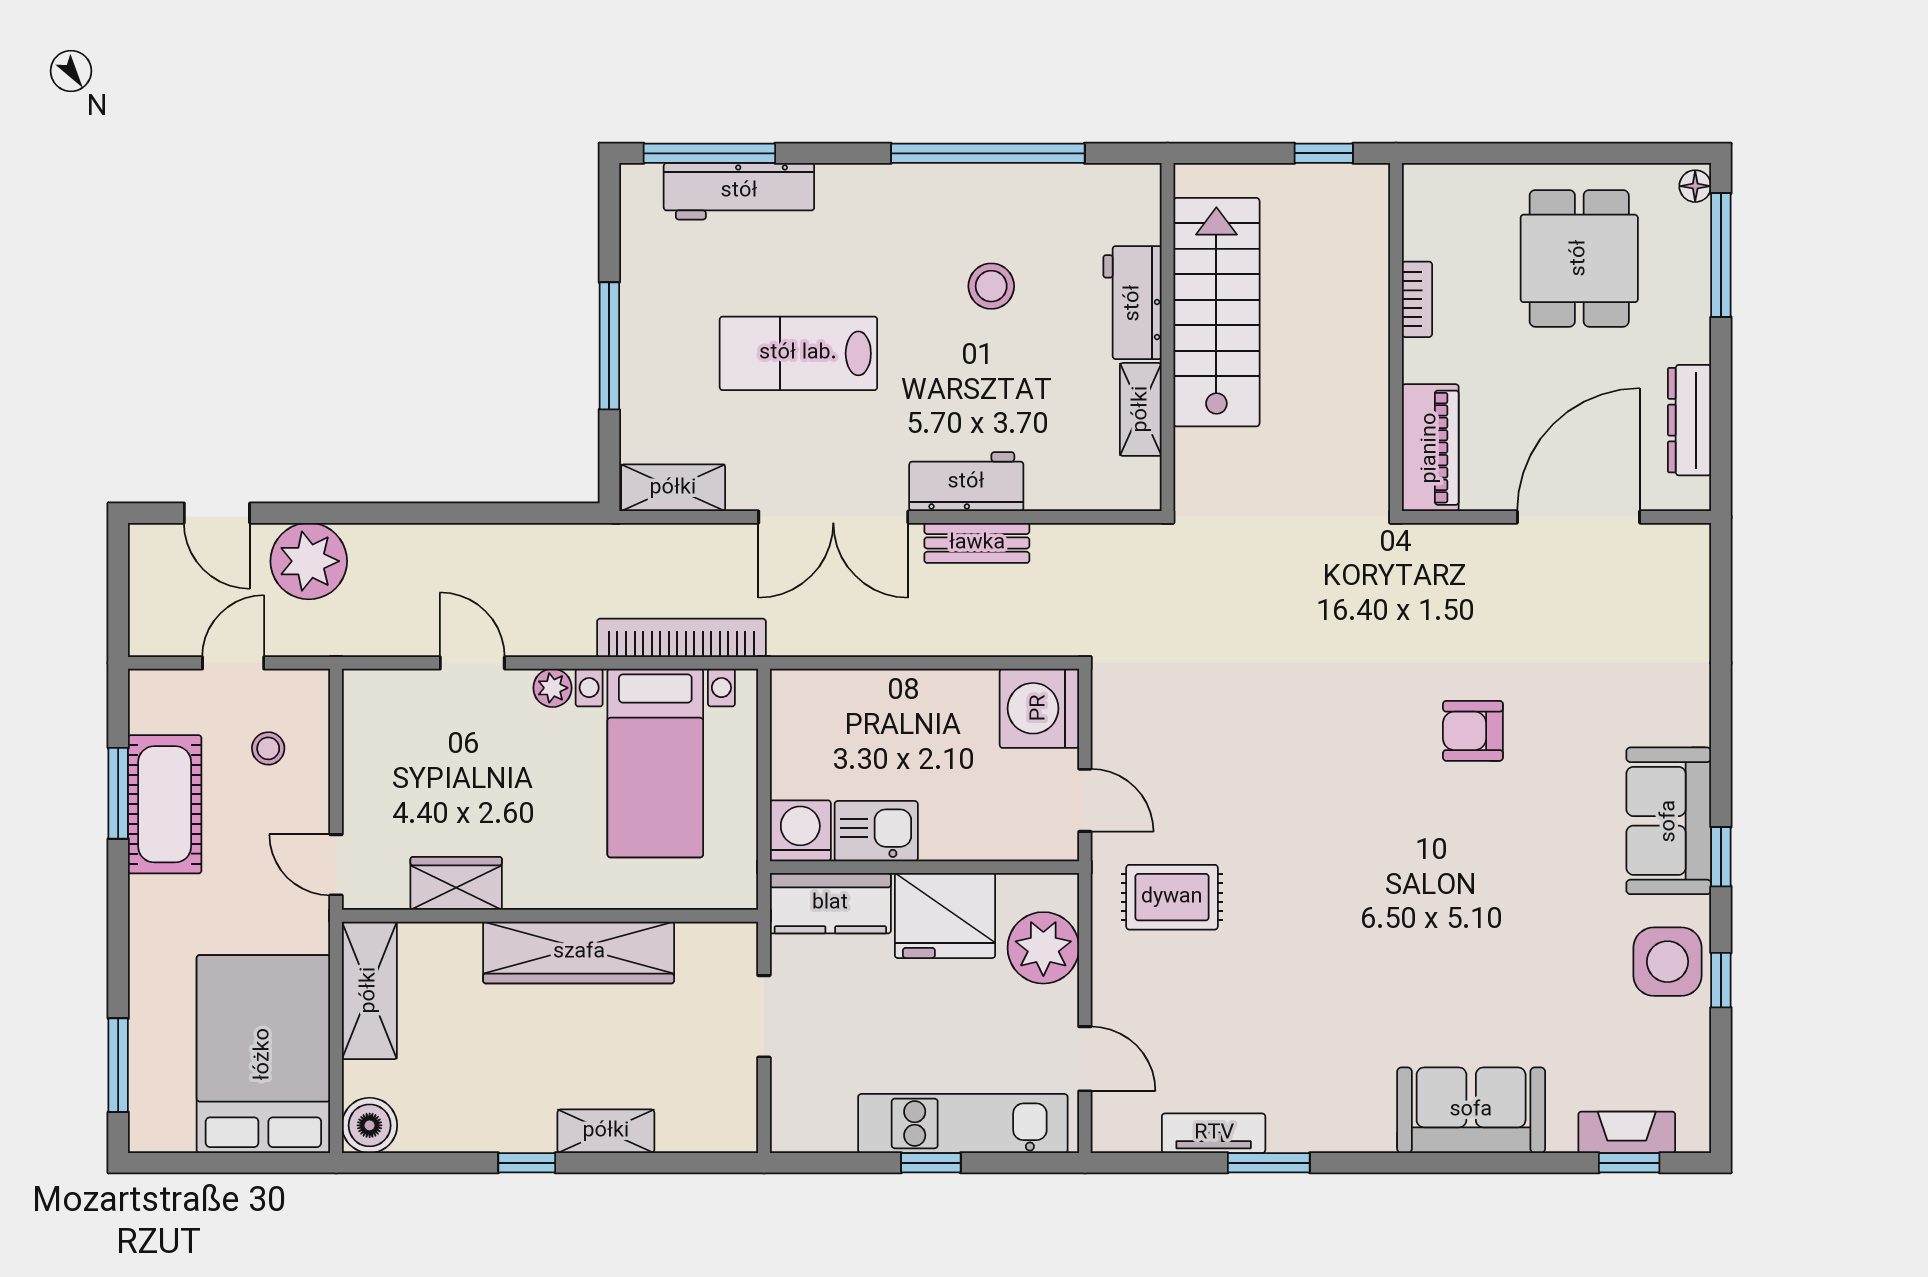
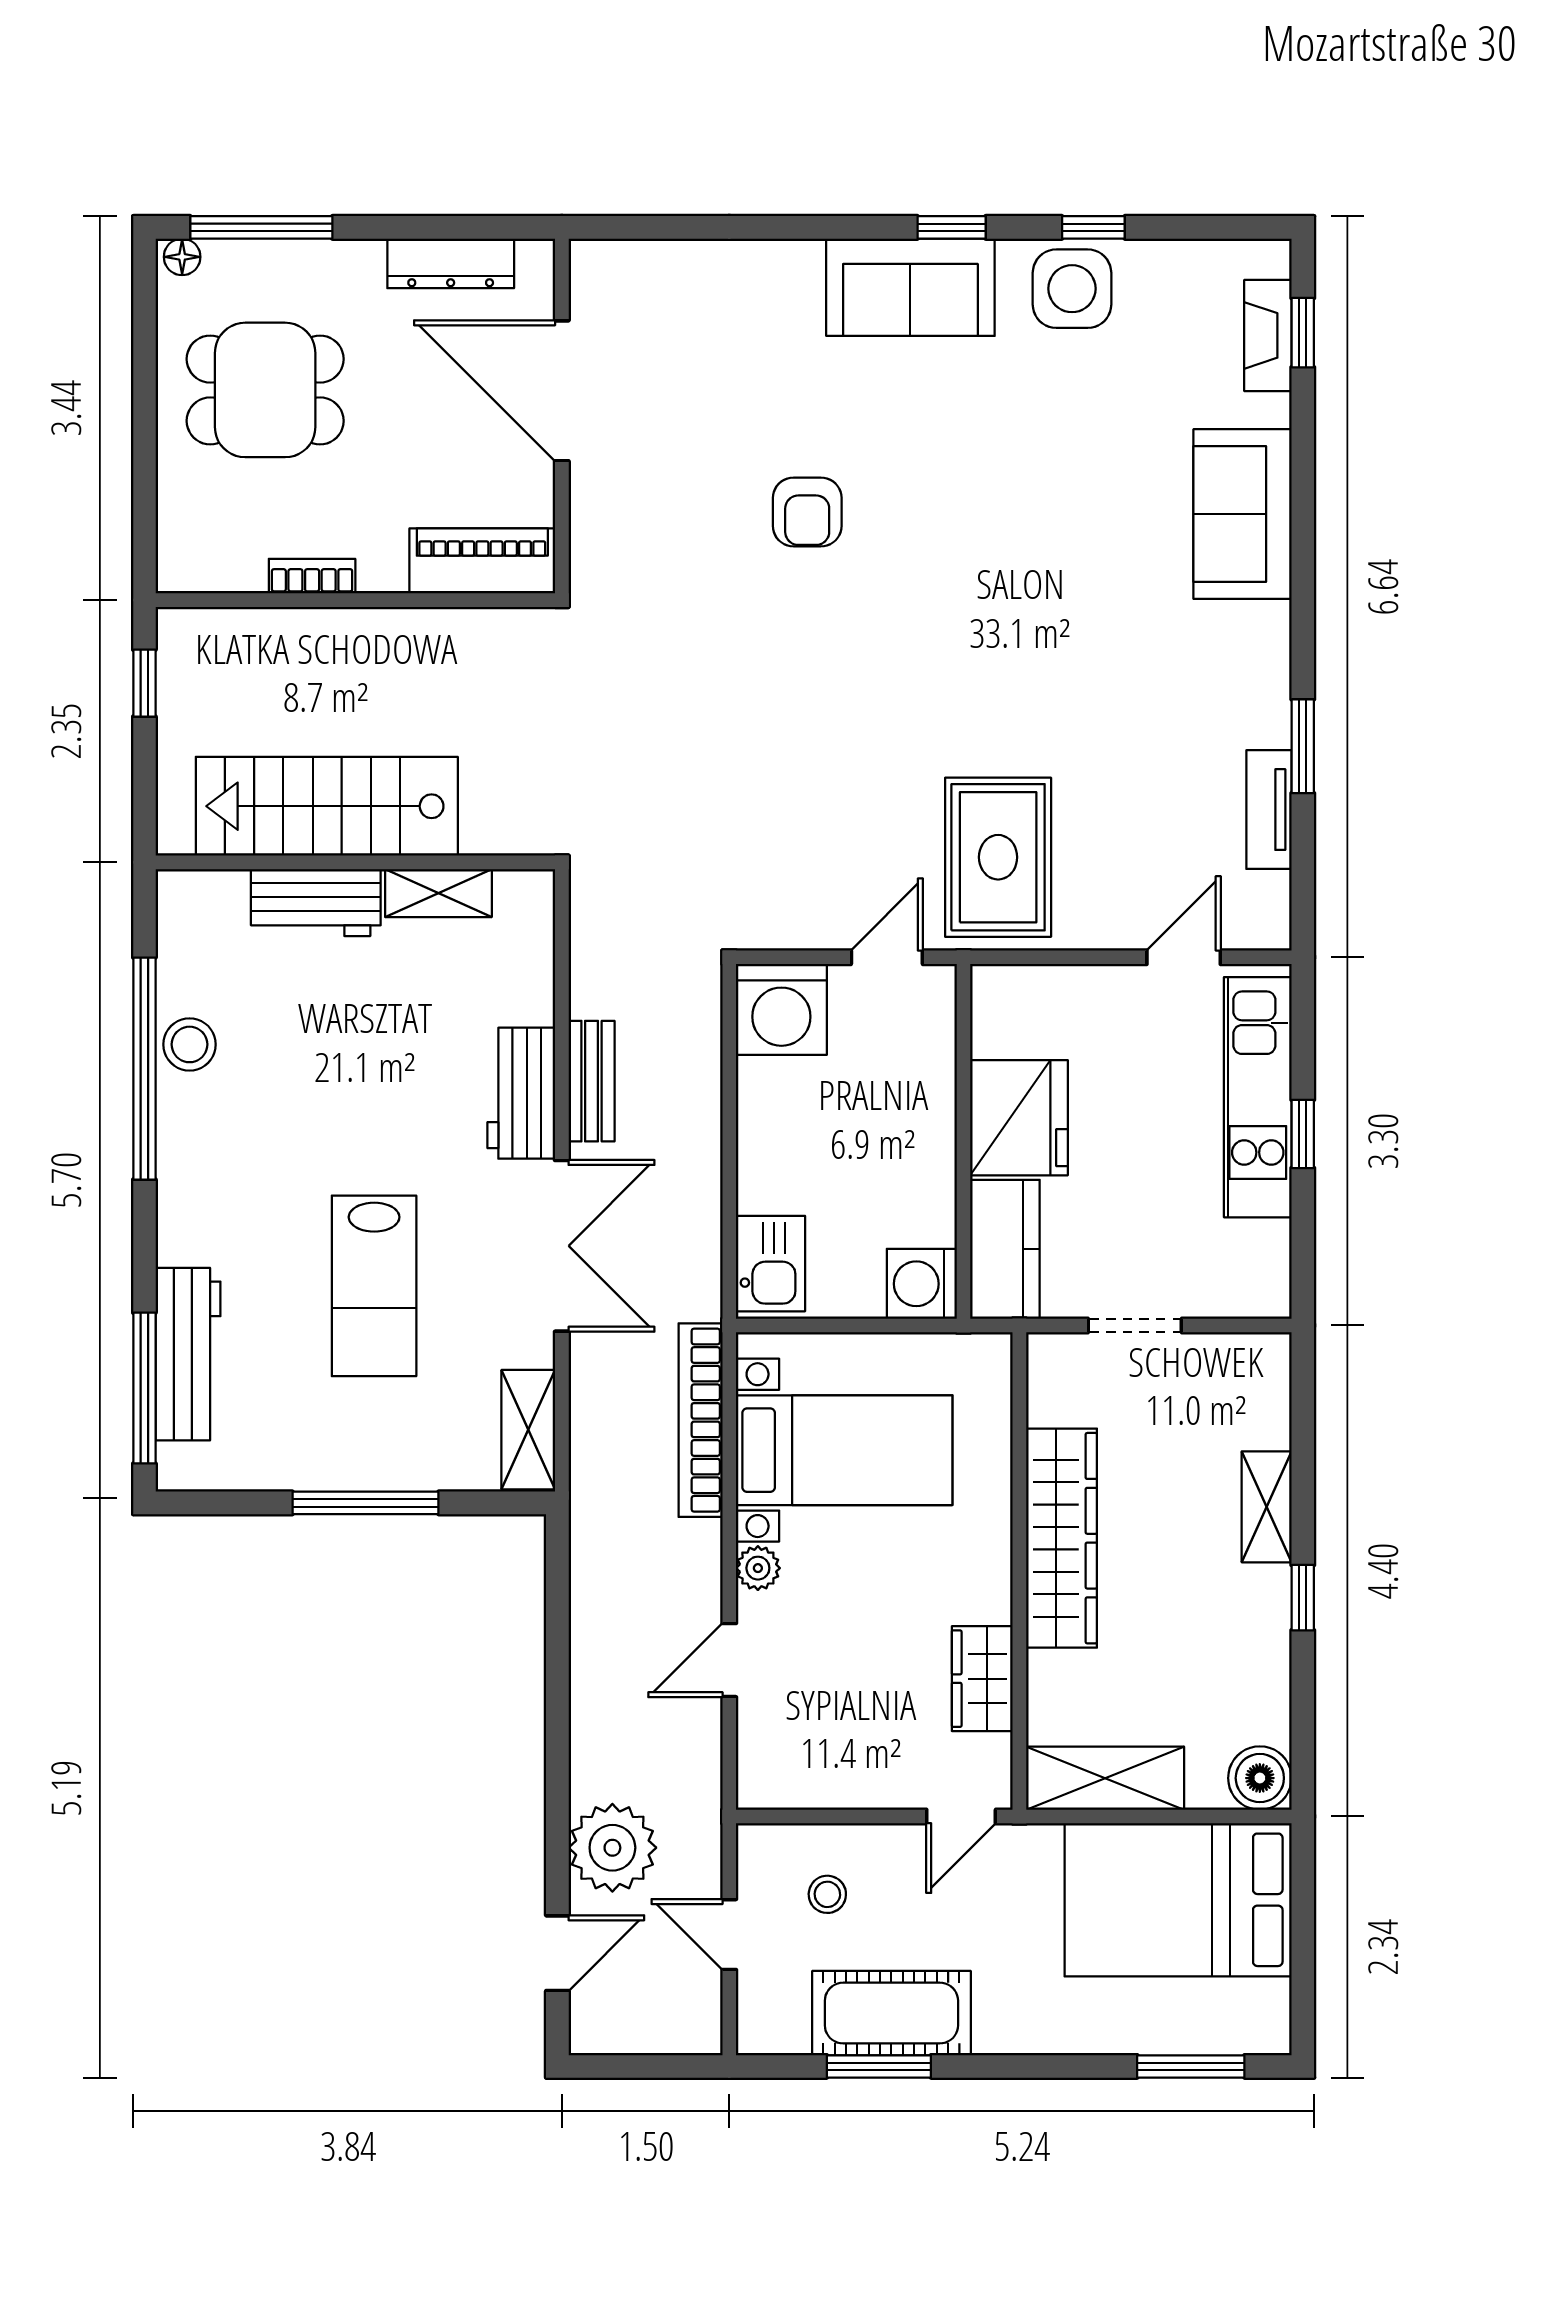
stool: (991, 286) -> (190, 1044), moved
kitchen sink: (876, 831) -> (770, 1264), moved, turned 180
rug: (1172, 897) -> (998, 857), width x1.36, depth x1.43
plant: (1043, 948) -> (1056, 1005), removed

